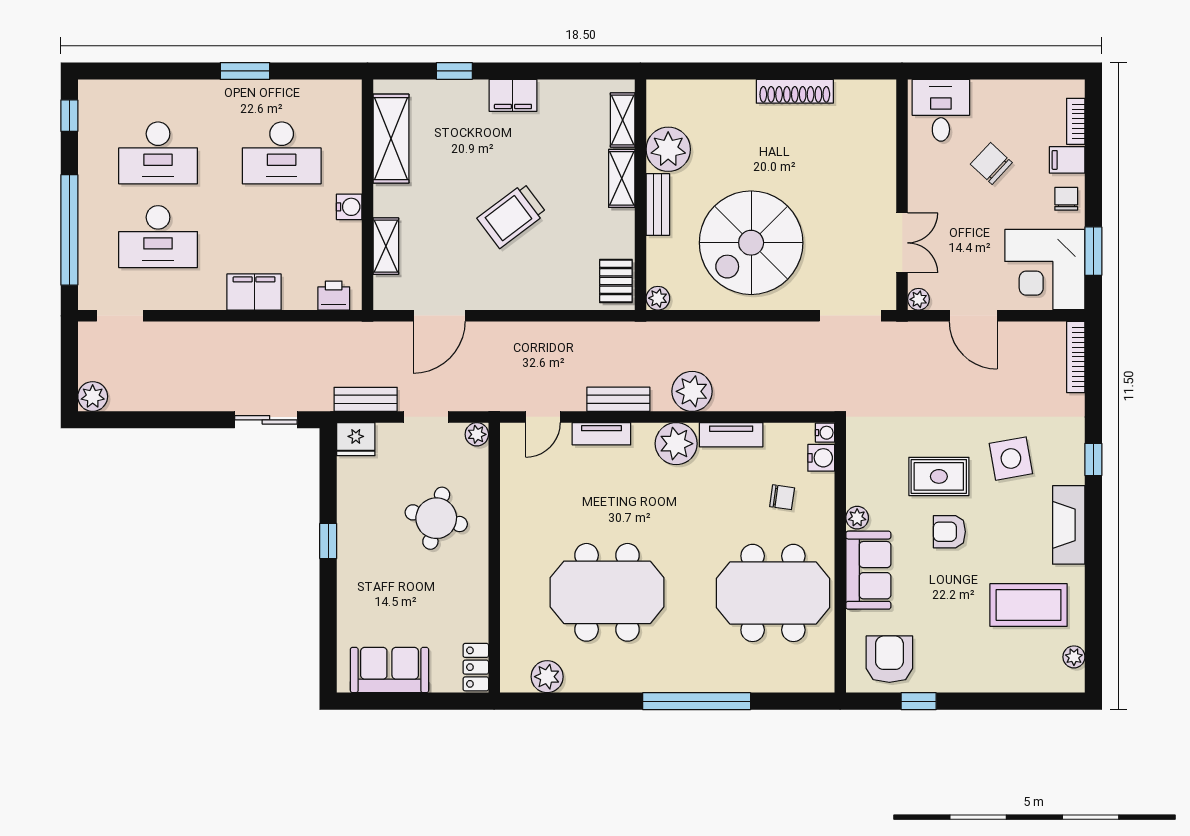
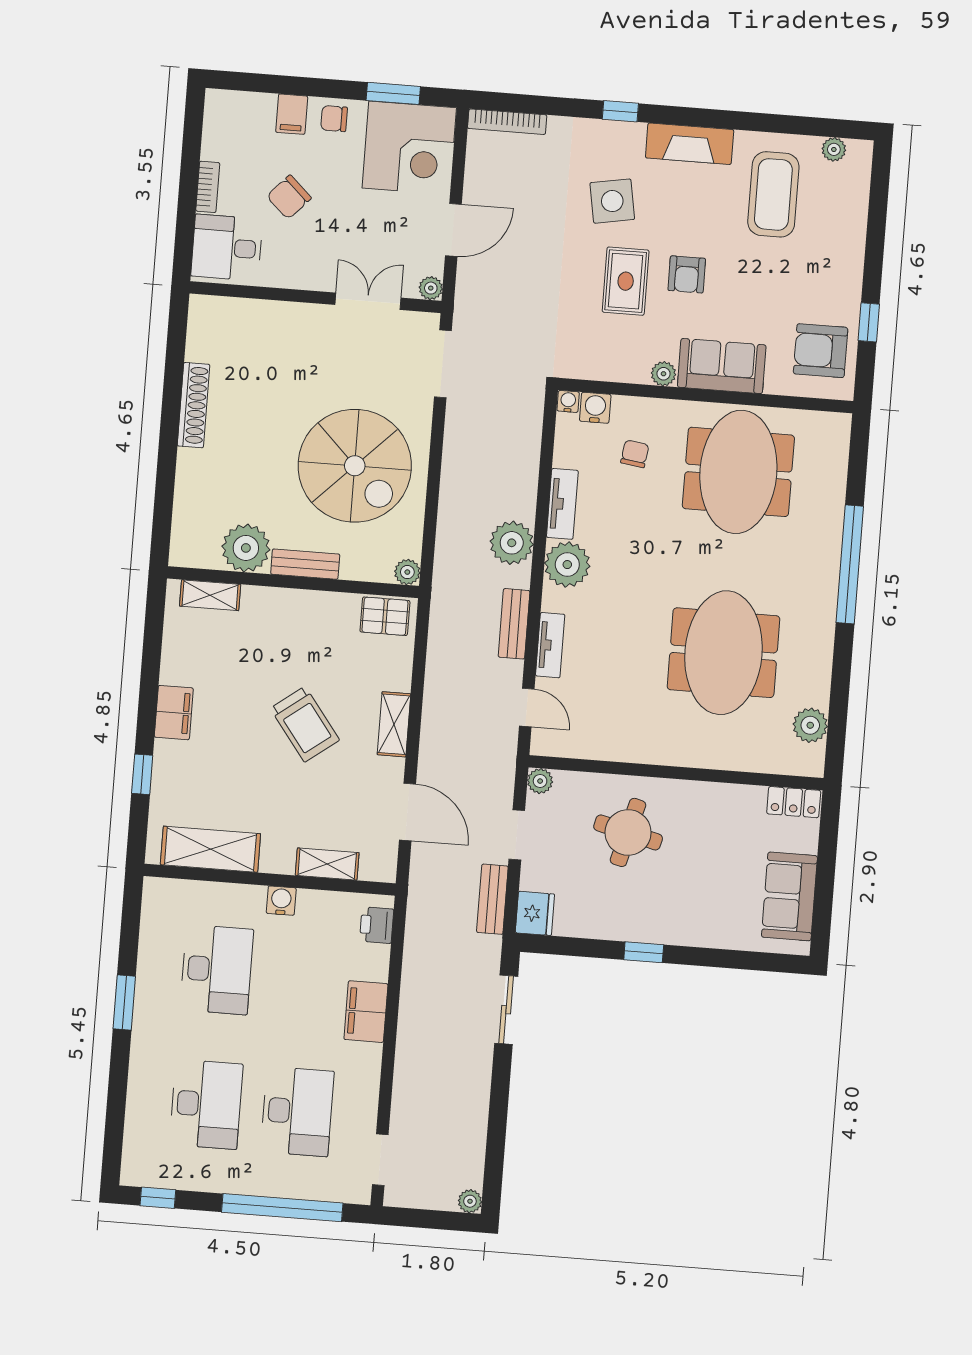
bookcase: (1076, 121) -> (208, 187), moved, turned -90
shelving: (622, 178) -> (394, 724), moved, turned 90
plant: (93, 396) -> (470, 1201), width x0.73, depth x0.73

